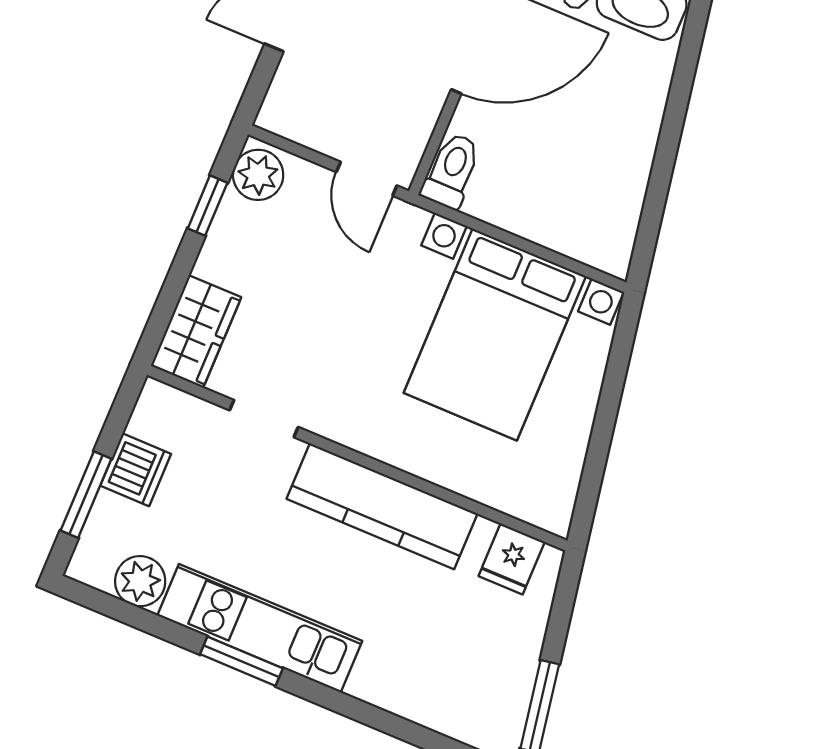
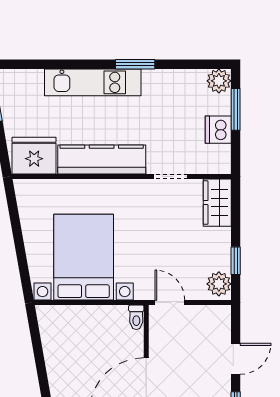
toilet: (452, 171) -> (136, 317), width x0.73, depth x0.72
fridge: (512, 559) -> (34, 156), width x1.88, depth x1.34
plant: (140, 581) -> (219, 81), moved
kitchen unit: (260, 628) -> (93, 82), moved

